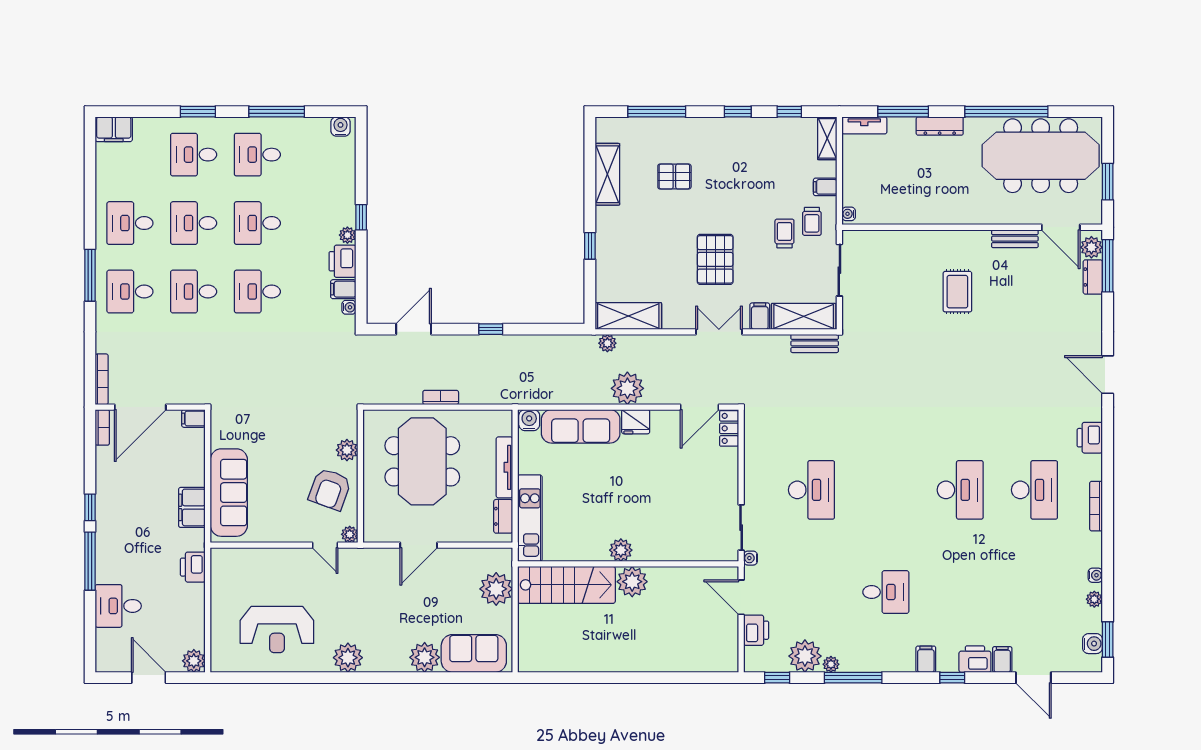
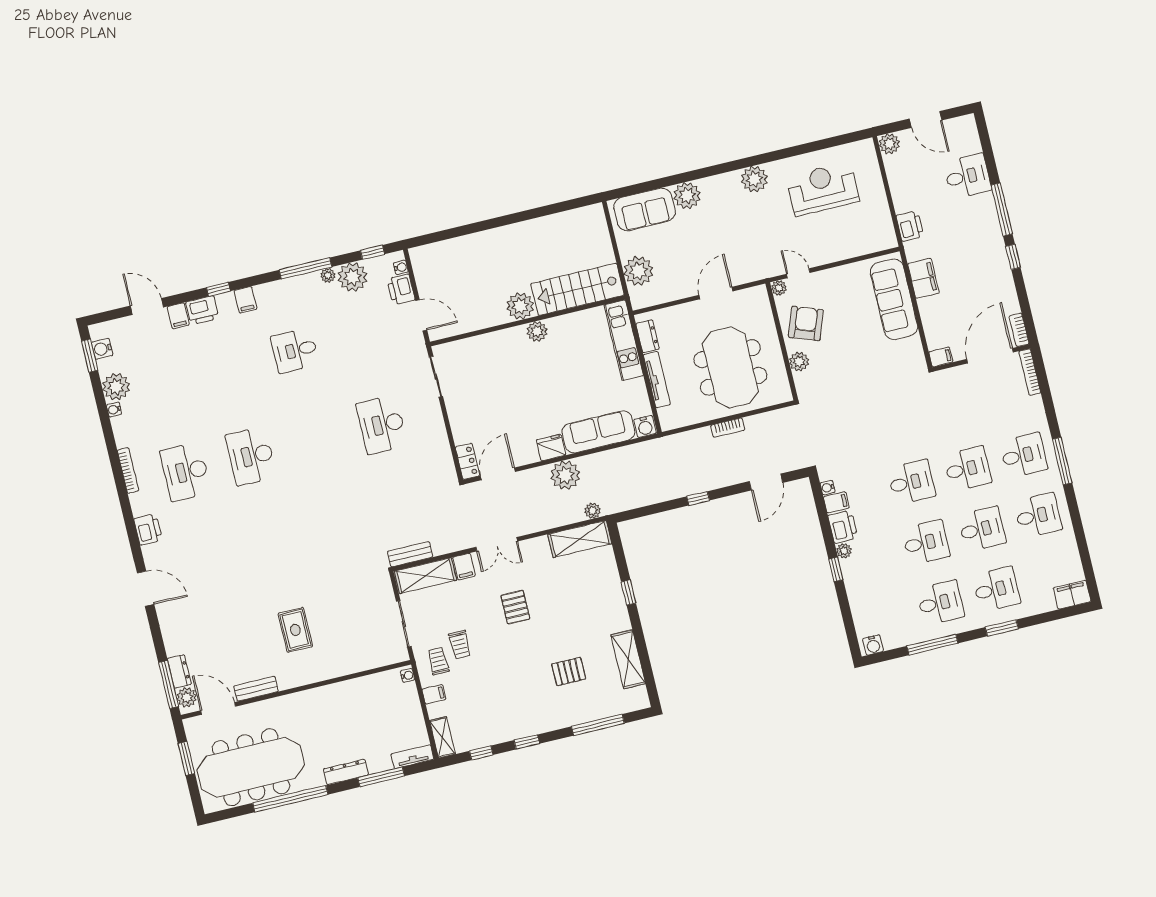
pallet: (715, 259) -> (515, 607), width x0.67, depth x0.71
water cooler: (750, 558) -> (401, 267), moved
plant: (1094, 599) -> (116, 387), width x1.87, depth x1.87

